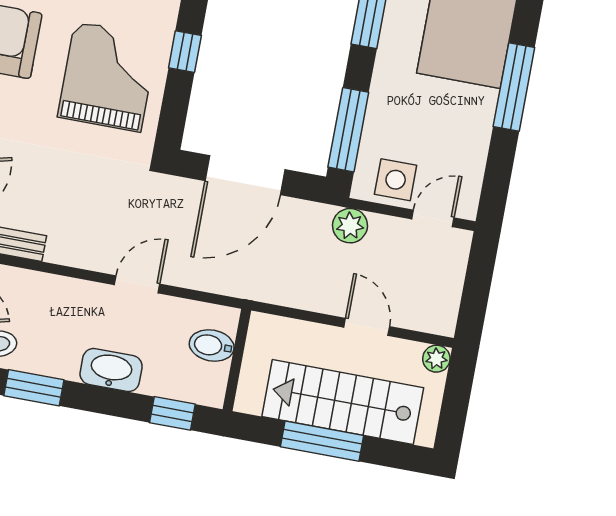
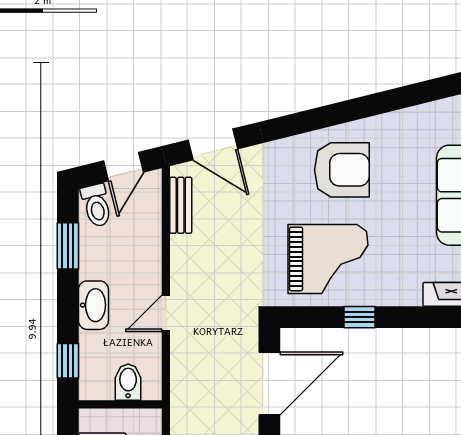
door: (245, 175) -> (269, 384), swing flipped
door: (137, 284) -> (166, 313), swing flipped

